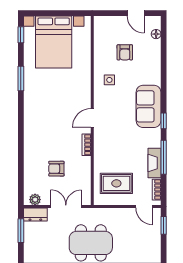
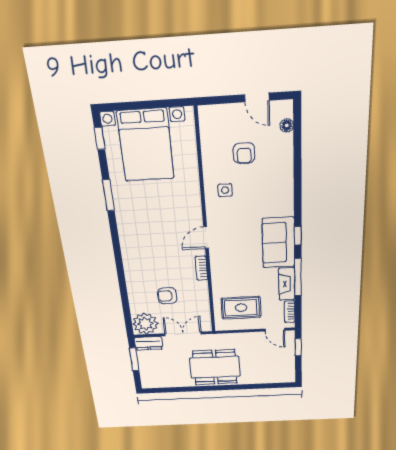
sofa: (148, 106) -> (278, 243), moved
plant: (35, 200) -> (145, 324), width x1.88, depth x1.88

